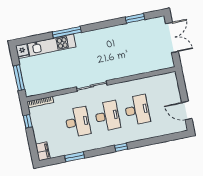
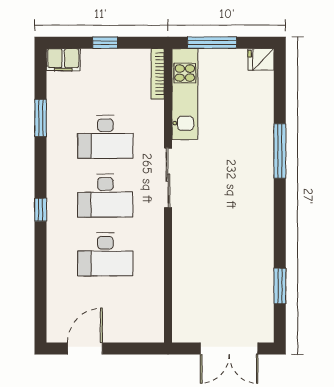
kitchen unit: (52, 45) -> (185, 94), moved, turned 180
window: (28, 121) -> (105, 43), moved

